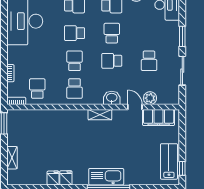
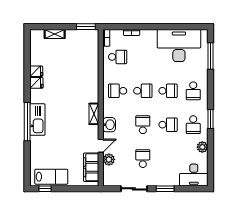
school desk: (75, 33) -> (168, 91), turned 90
school desk: (149, 61) -> (143, 159), turned 90

